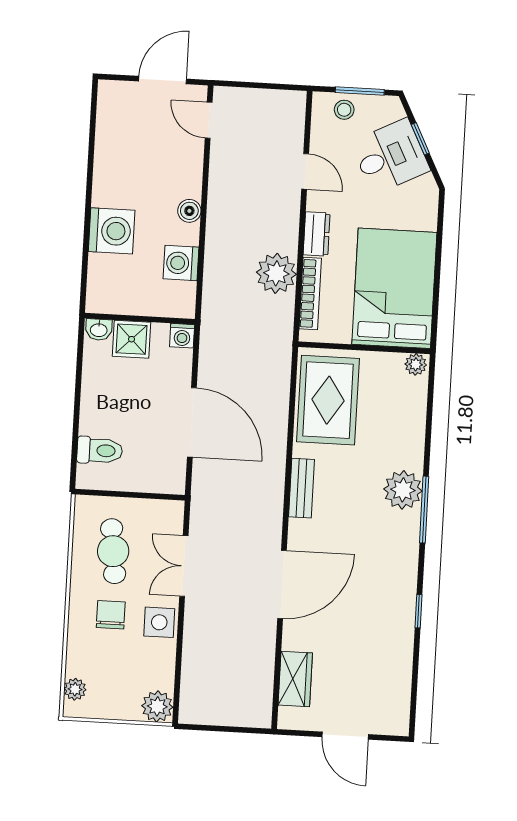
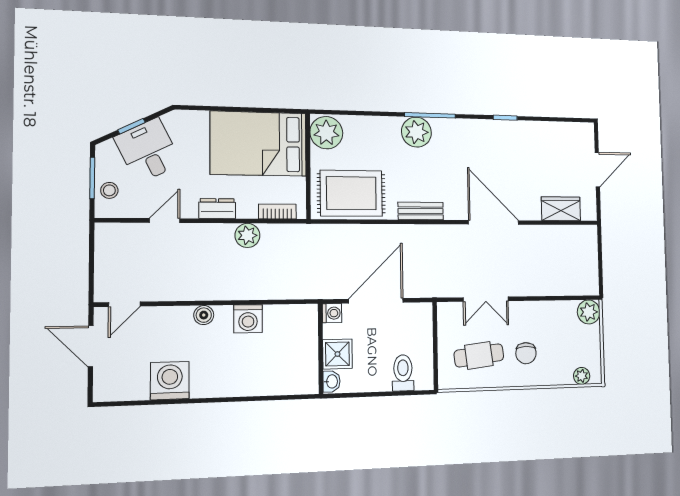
washing machine: (112, 231) -> (170, 381), moved
plant: (276, 273) -> (247, 235), width x0.73, depth x0.73
bookcase: (310, 293) -> (277, 211), width x0.64
wall: (140, 319) -> (321, 349), moved
washbasin: (99, 330) -> (332, 381), moved
washing machine: (182, 336) -> (332, 313), moved
shower: (132, 339) -> (337, 354), moved
plant: (416, 364) -> (326, 133), width x1.88, depth x1.88
chair: (111, 615) -> (526, 353), turned -90
side table: (159, 622) -> (528, 315), removed

